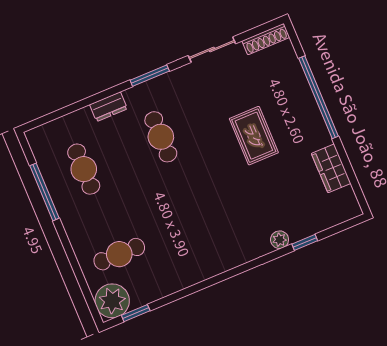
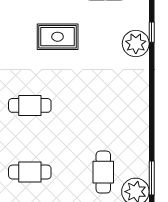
plant: (280, 240) -> (136, 44), width x1.87, depth x1.87
window: (136, 313) -> (152, 178), width x1.50

